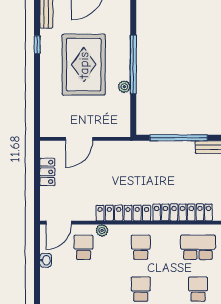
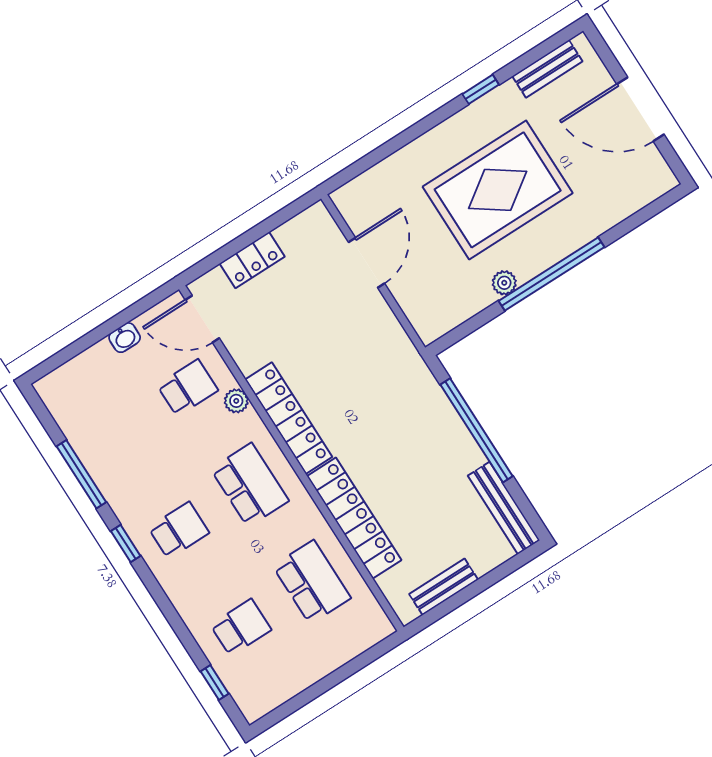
door: (79, 139) -> (367, 263), swing flipped
locker: (47, 172) -> (252, 260), moved
school desk: (141, 247) -> (250, 485), width x1.85

